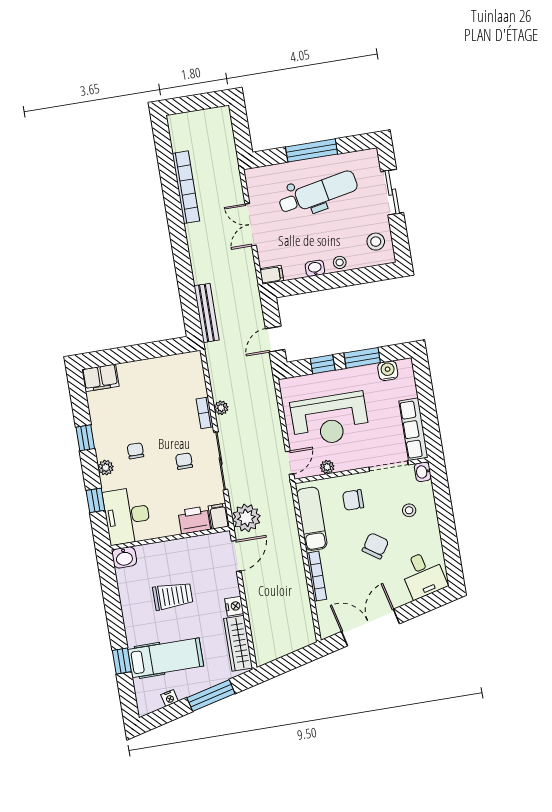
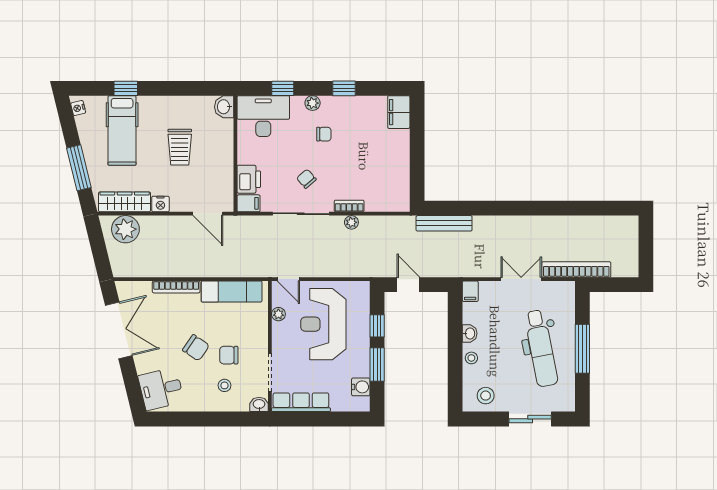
bookcase: (186, 187) -> (576, 269), moved, turned 180
chair: (184, 461) -> (306, 179), turned -131
chair: (353, 500) -> (229, 355), moved, turned -90
plant: (246, 518) -> (125, 229), moved
nightstand: (170, 698) -> (78, 108), moved

